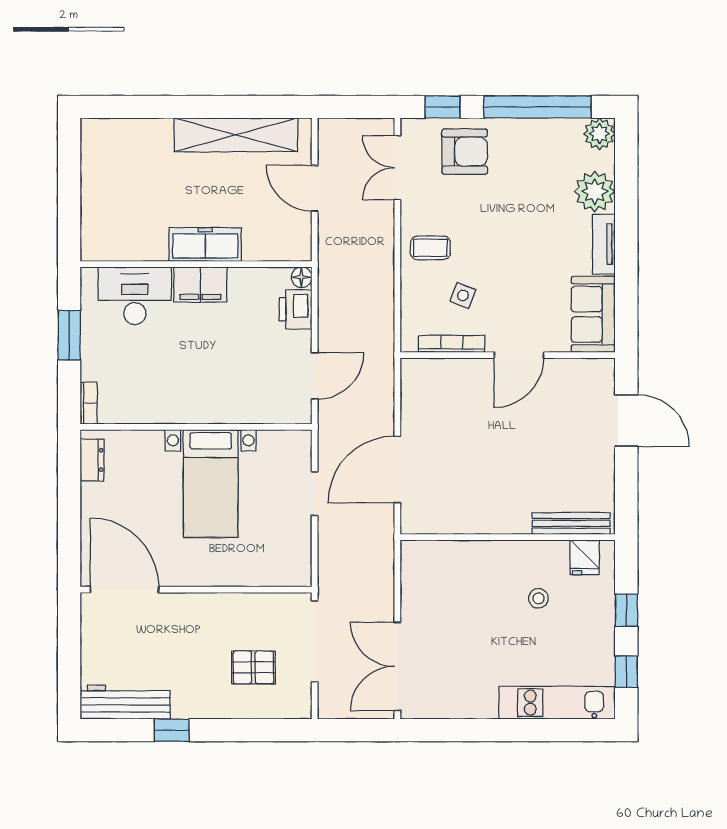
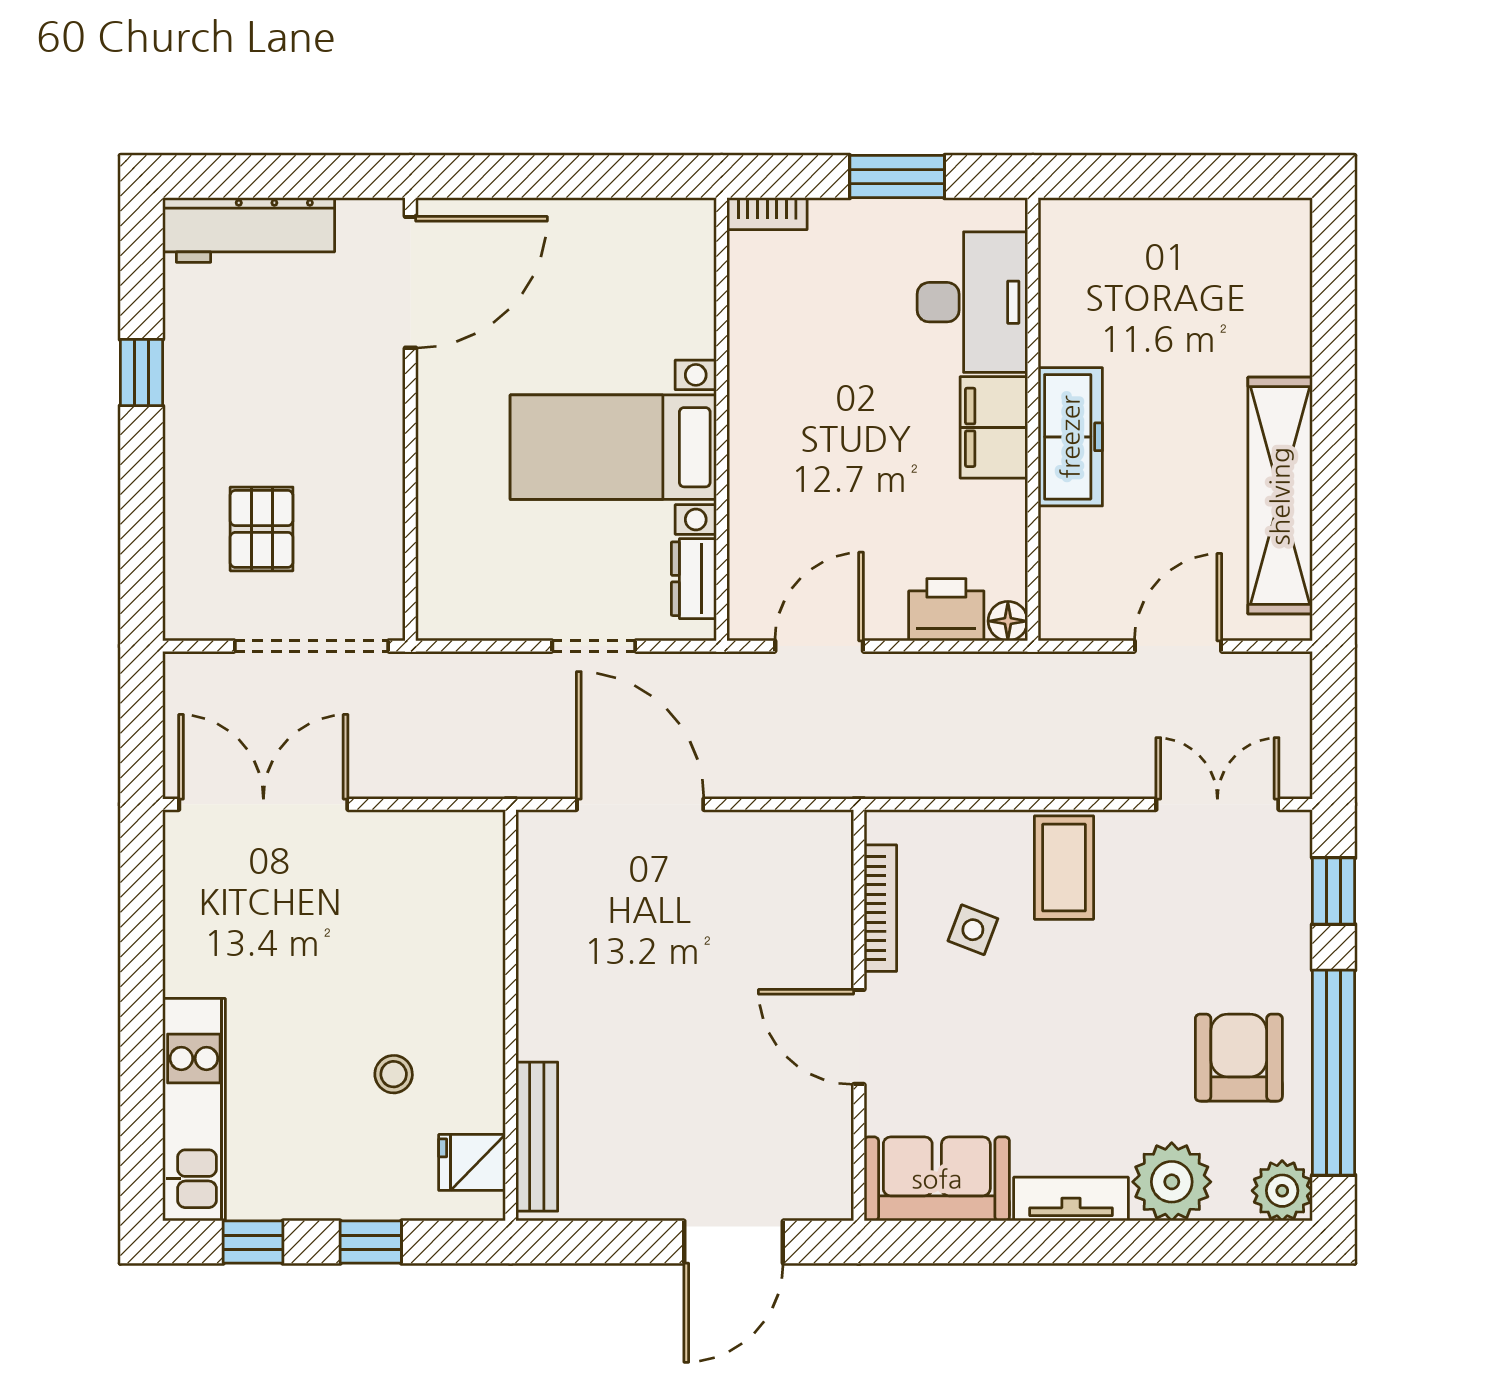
armchair: (465, 152) -> (1239, 1058), moved, turned 180
coffee table: (430, 248) -> (1064, 868), width x1.36, depth x1.30
door: (315, 376) -> (819, 646), swing flipped
dresser: (92, 460) -> (694, 579), moved, turned 90
workbench: (125, 702) -> (249, 230), moved, turned 90

